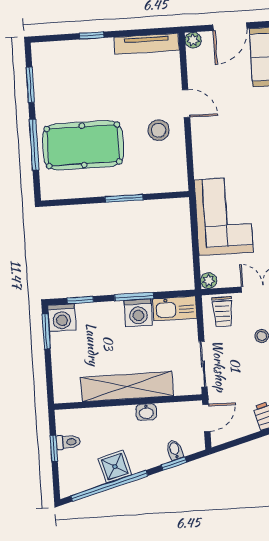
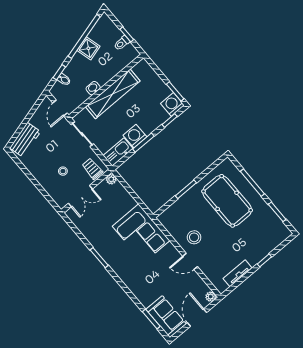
tv unit: (147, 44) -> (238, 273), width x0.71
pool table: (83, 145) -> (227, 201), turned 90
corner sofa: (224, 216) -> (141, 233), moved

